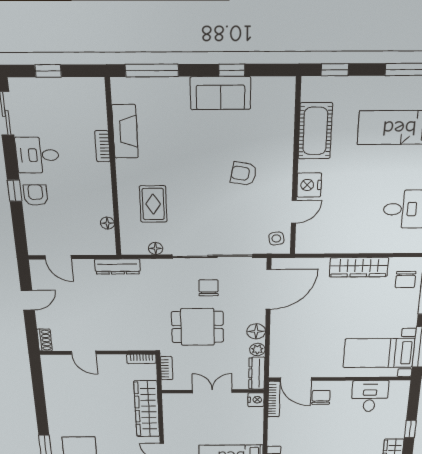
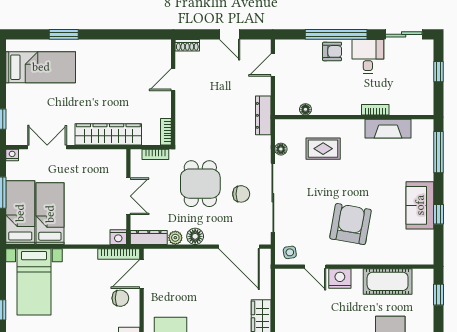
armchair: (244, 174) -> (350, 224), width x1.88, depth x1.88
window: (15, 191) -> (336, 34), width x3.17

